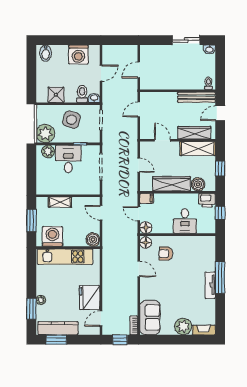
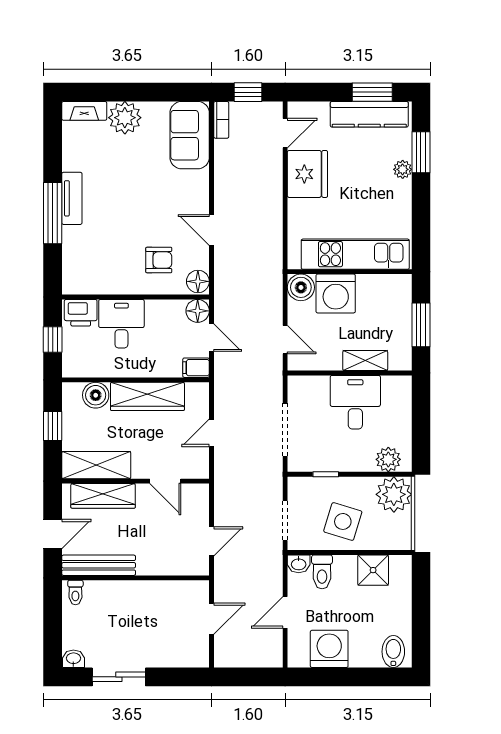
desk: (68, 159) -> (355, 402), moved, turned 180
door: (139, 165) -> (212, 433), hinge flipped
printer: (207, 200) -> (81, 313), moved, turned 180
washing machine: (52, 236) -> (336, 294), moved

